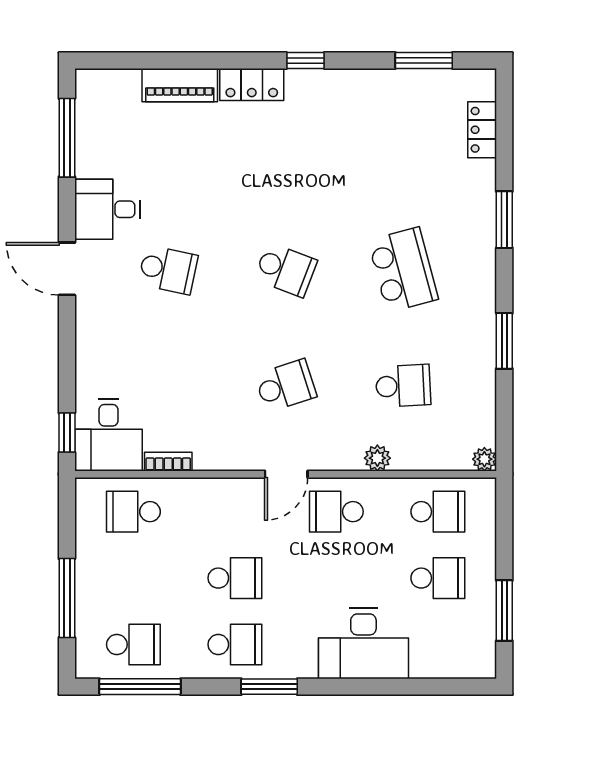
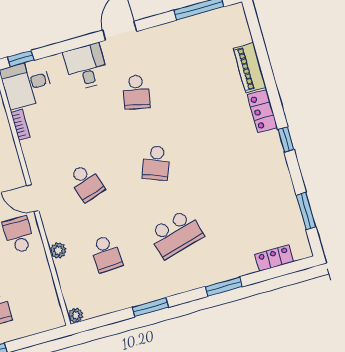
desk: (107, 209) -> (86, 67), moved
school desk: (438, 512) -> (36, 296), removed

